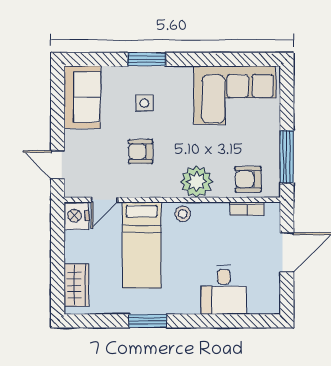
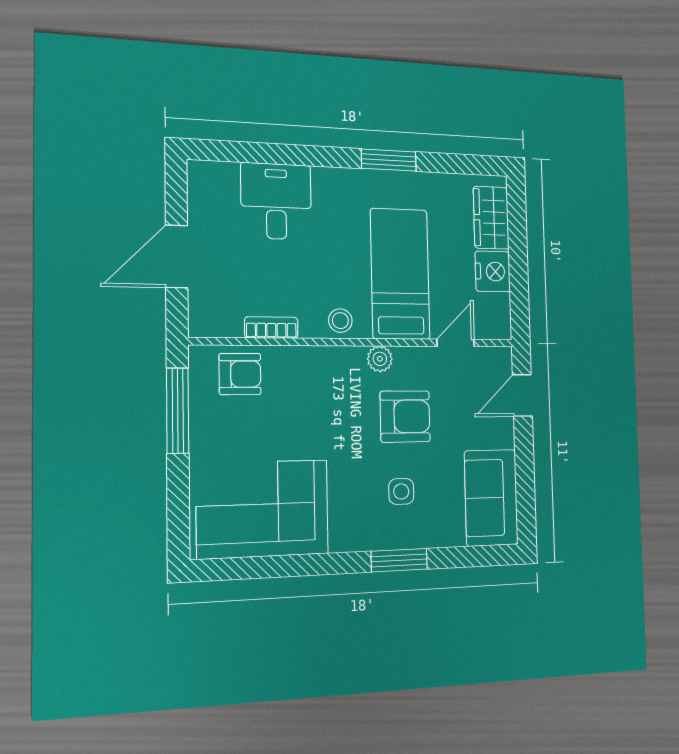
armchair: (141, 152) -> (405, 416), width x1.38, depth x1.38
door: (58, 165) -> (522, 395), swing flipped
plant: (197, 182) -> (380, 359), moved, width x0.53, depth x0.53
bookcase: (247, 209) -> (271, 328), moved
nightstand: (76, 216) -> (493, 271), moved

